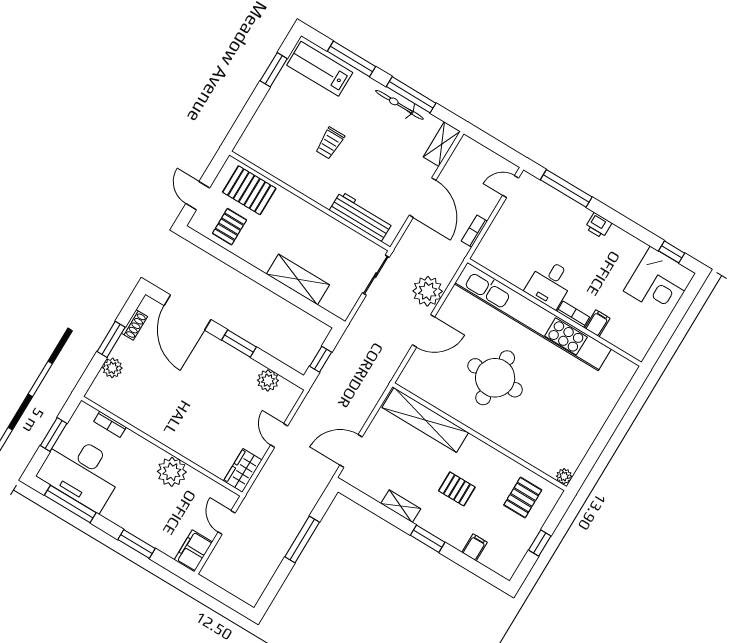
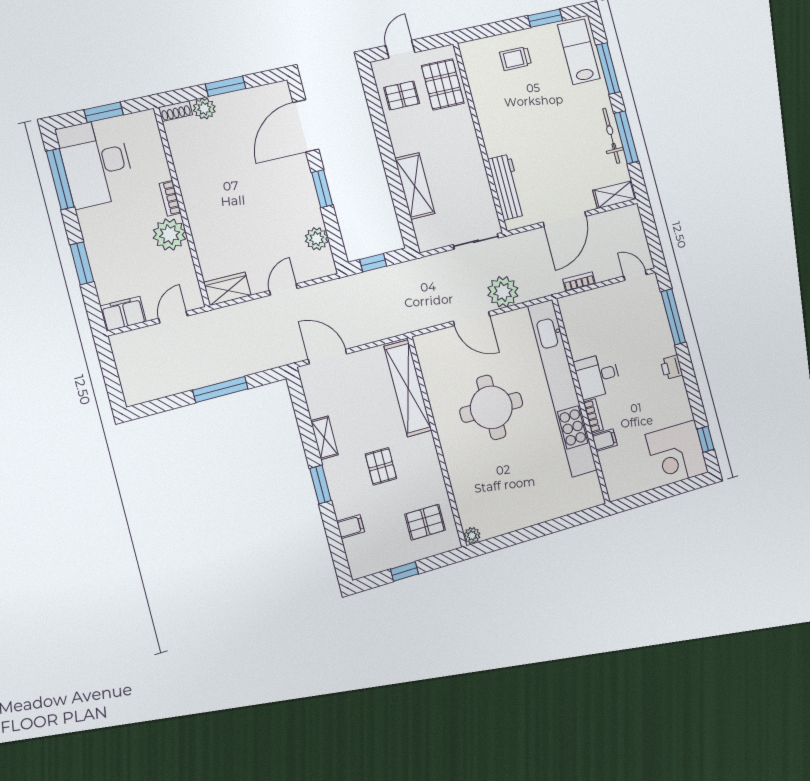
trolley: (330, 143) -> (516, 58), moved
shoe rack: (135, 325) -> (176, 111), moved
bookcase: (110, 424) -> (170, 198), moved

